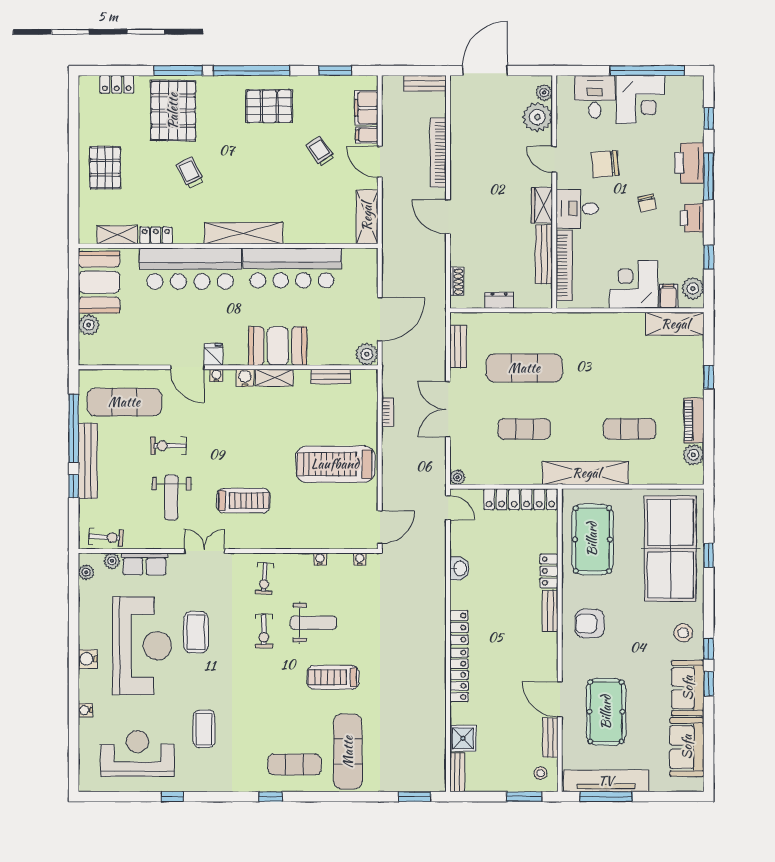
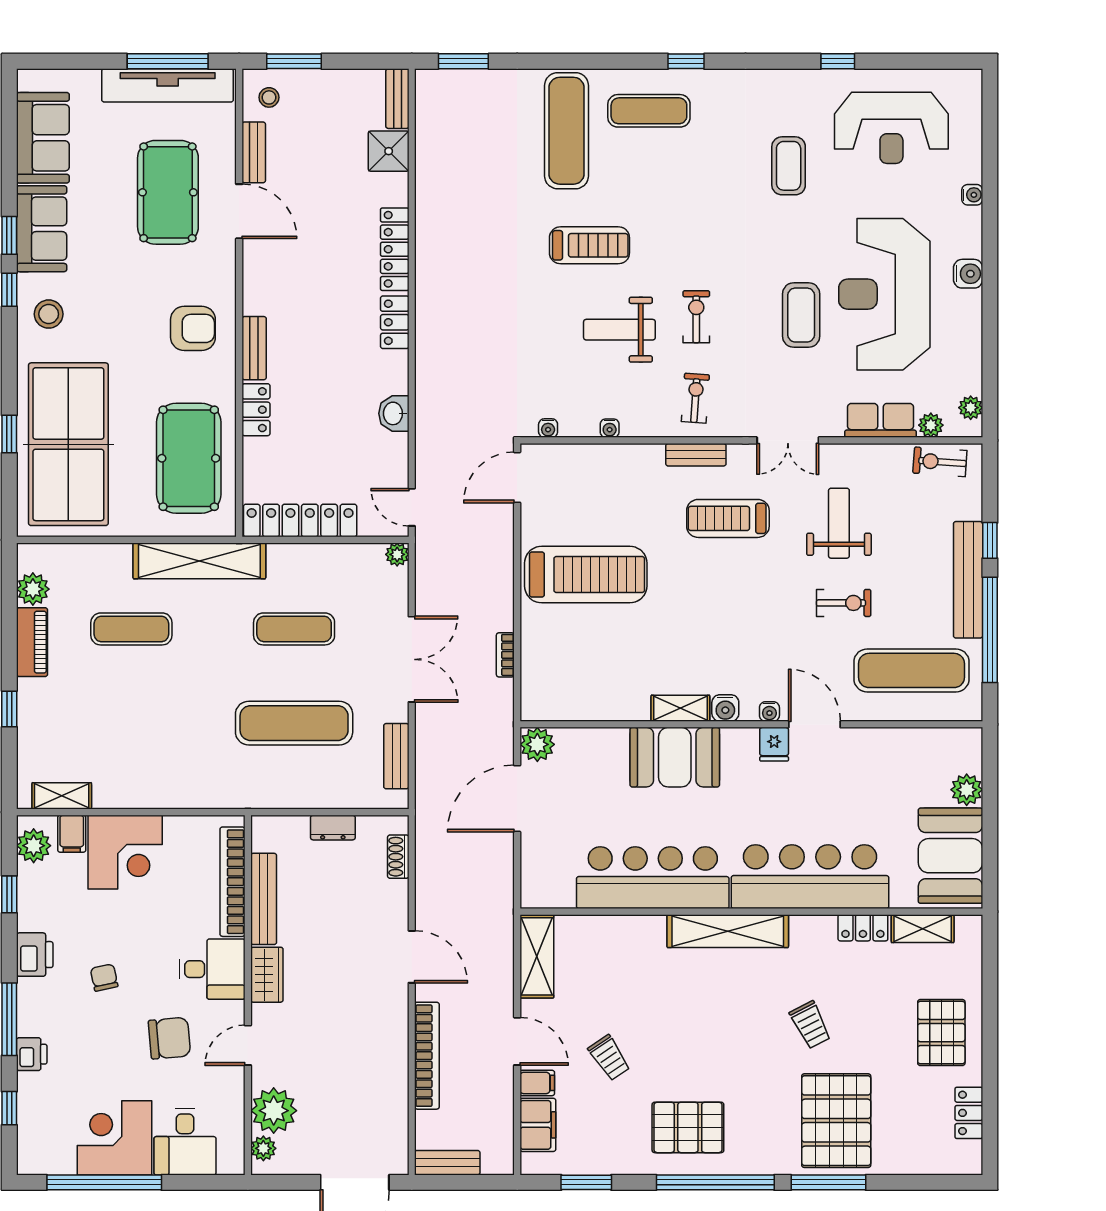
locker: (117, 84) -> (969, 1113), moved, turned -90
door: (554, 159) -> (248, 1045), swing flipped
printer: (689, 163) -> (32, 1054), width x0.53, depth x0.68
shelving: (675, 324) -> (62, 796), width x0.67, depth x0.75
bench: (331, 377) -> (696, 455), moved

